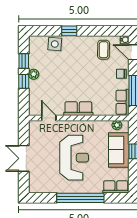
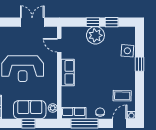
plant: (34, 74) -> (95, 35), width x1.88, depth x1.88
door: (49, 118) -> (59, 45), swing flipped
double door: (24, 158) -> (32, 22), moved

